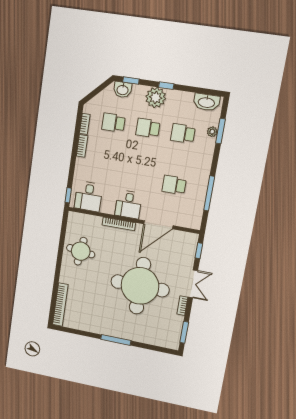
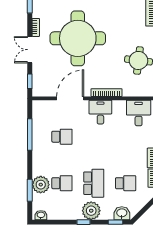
washbasin: (206, 102) -> (41, 215), width x0.52, depth x0.69
school desk: (148, 128) -> (94, 183), width x1.85
plant: (212, 132) -> (41, 185), width x1.88, depth x1.88

